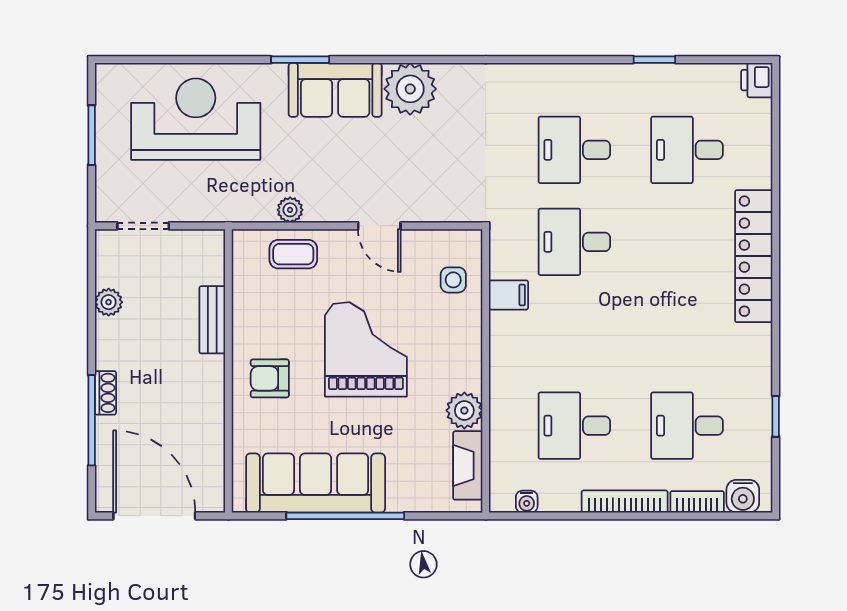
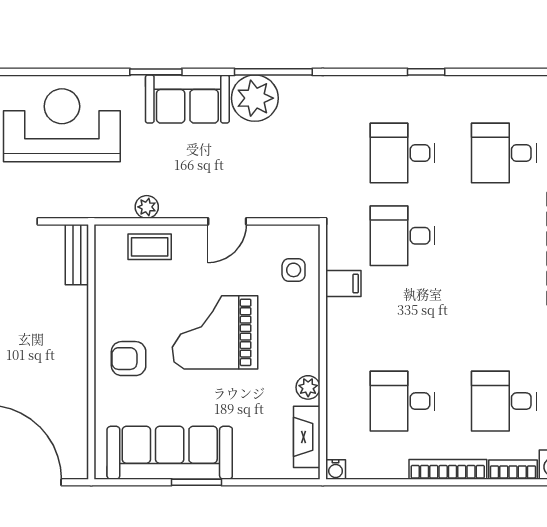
window: (431, 60) -> (273, 72), added
window: (654, 60) -> (426, 72), moved
door: (379, 226) -> (227, 221), hinge flipped
bench: (212, 320) -> (77, 255), moved
grand piano: (366, 349) -> (215, 332), turned -90
plant: (464, 410) -> (308, 387), width x0.73, depth x0.73
water cooler: (527, 502) -> (336, 469), moved
window: (345, 516) -> (196, 482), width x0.47

